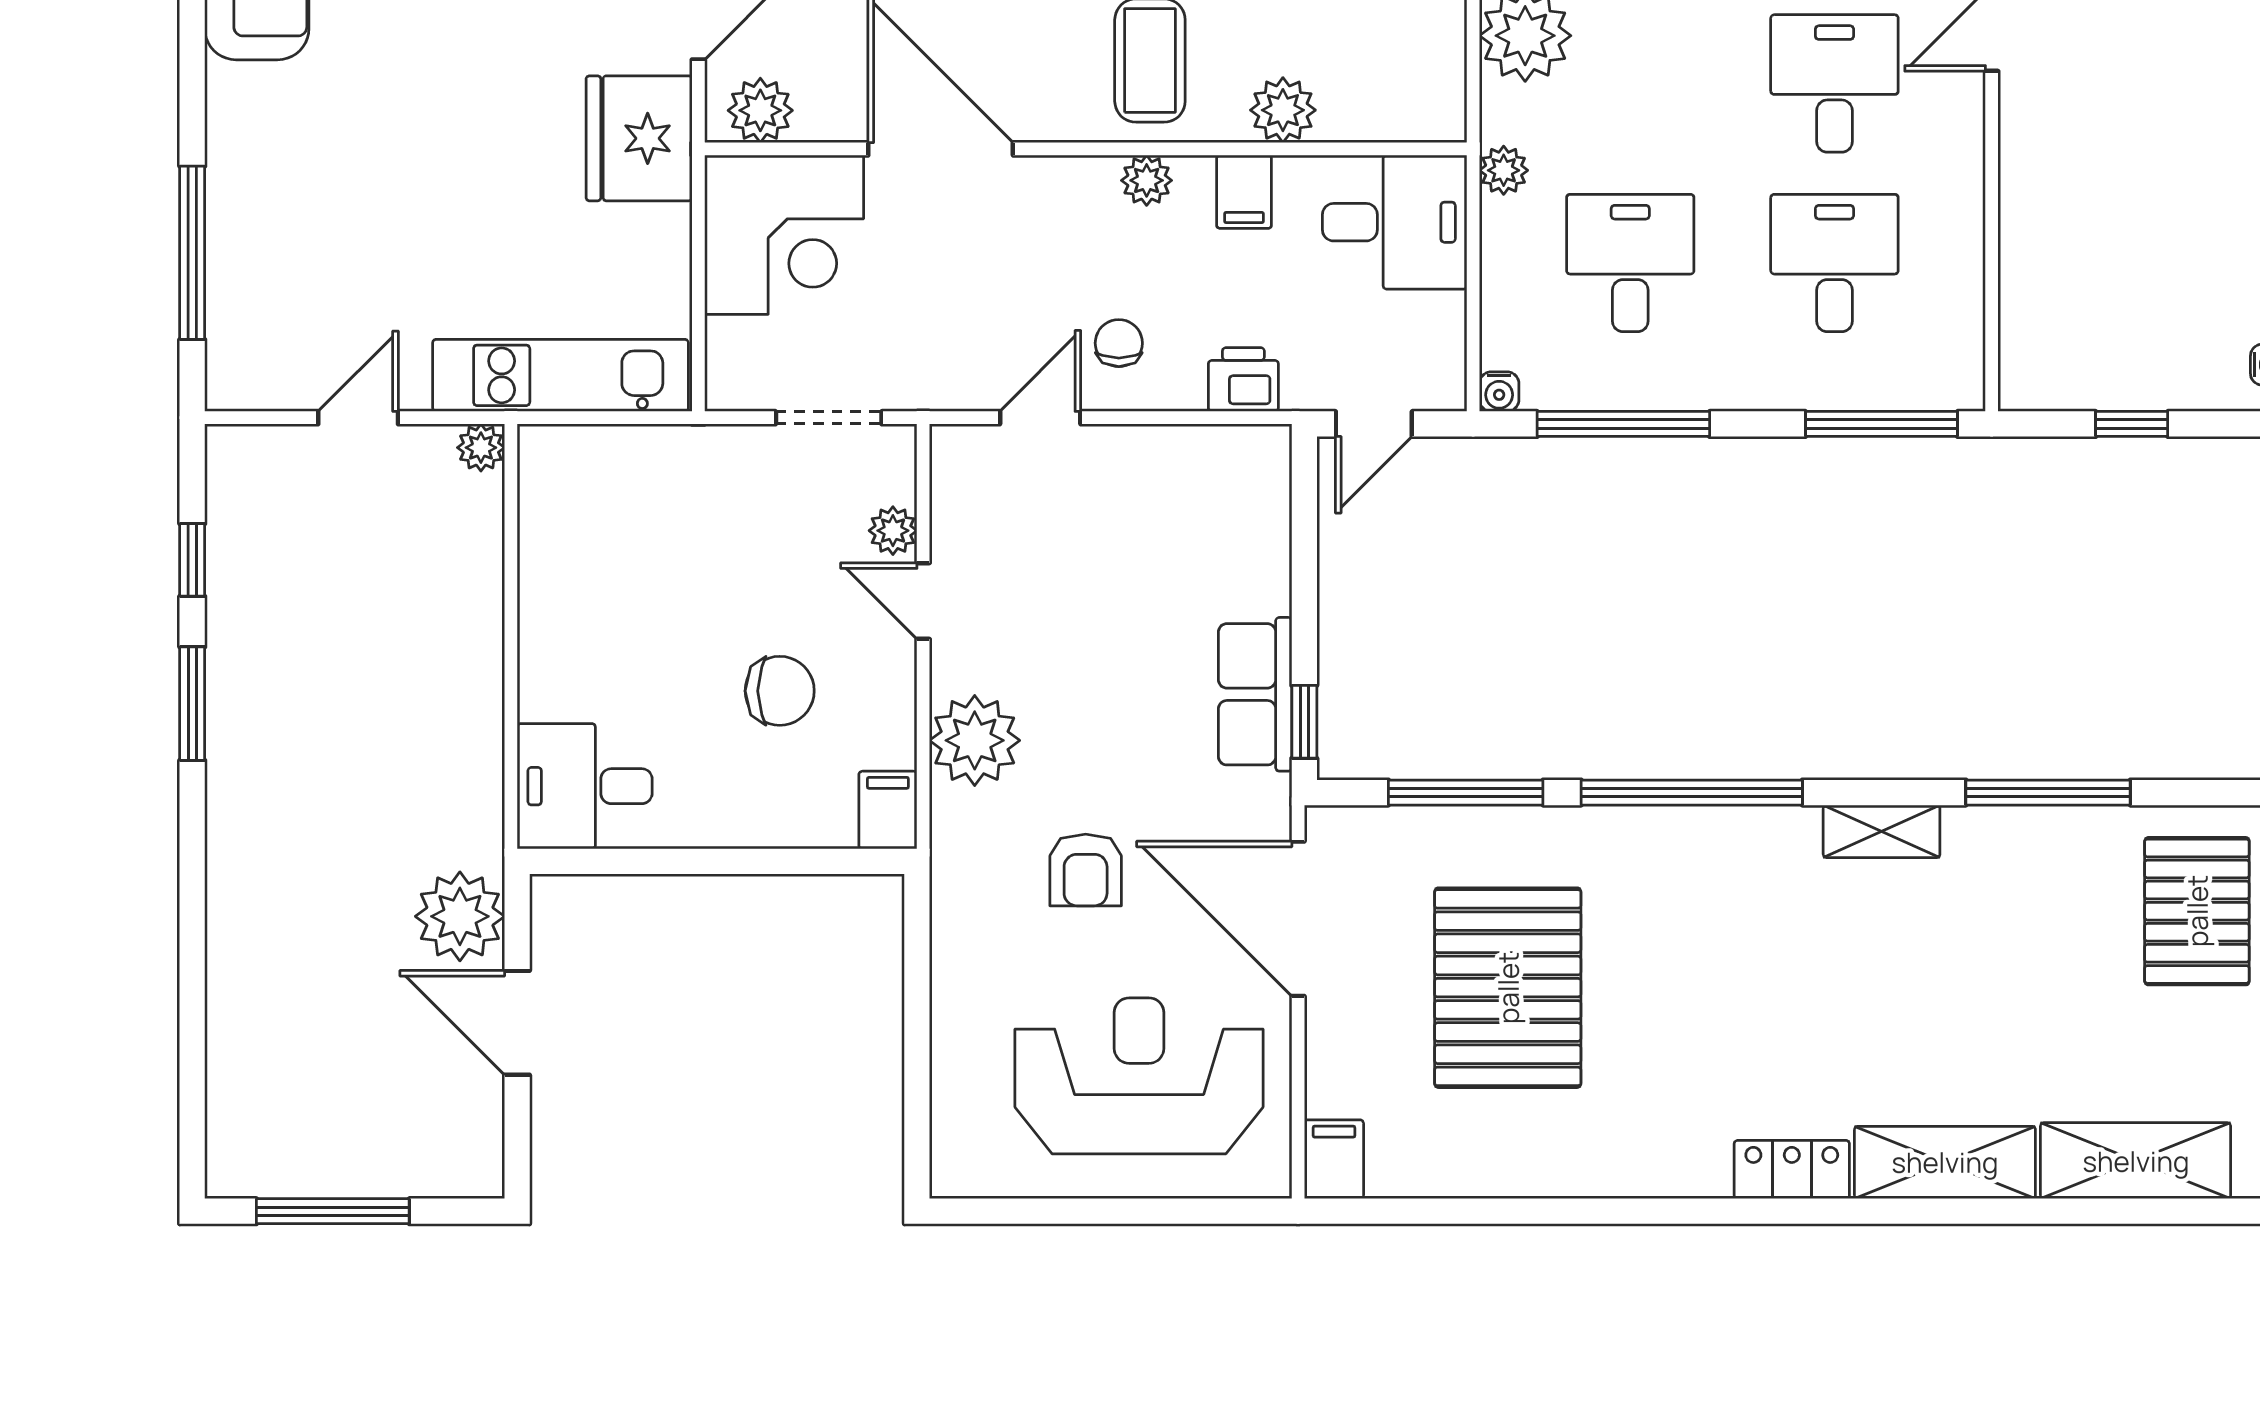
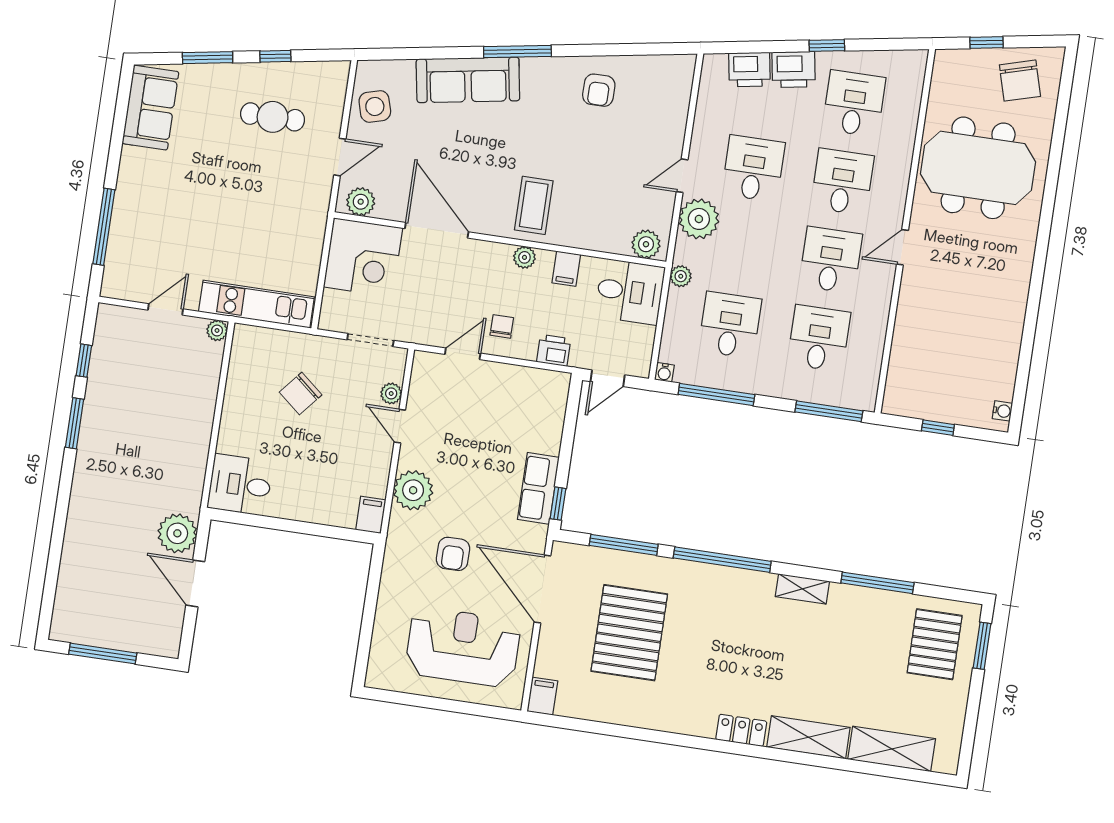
plant: (1283, 110) -> (646, 244), moved
fridge: (639, 138) -> (306, 206), removed
chair: (780, 691) -> (301, 393), moved, turned 130

